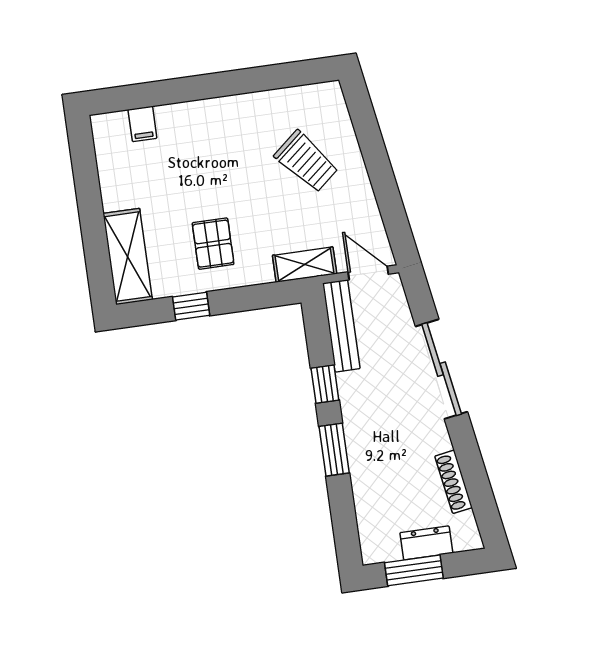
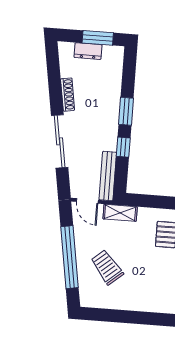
window: (378, 165) -> (69, 257), added
shoe rack: (454, 482) -> (68, 95), moved

